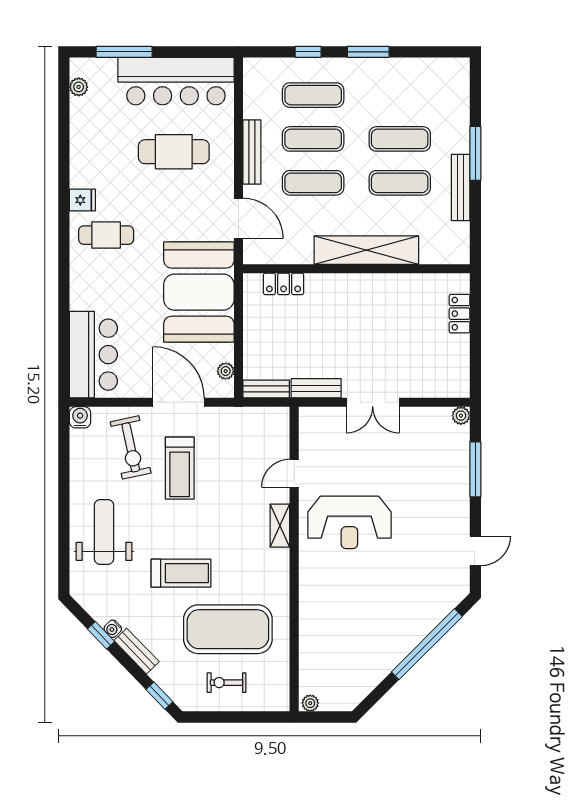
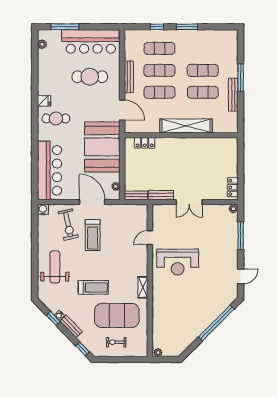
locker: (460, 314) -> (233, 187), moved
bar counter: (93, 355) -> (50, 170), width x1.36
shelving: (280, 526) -> (143, 287), moved

